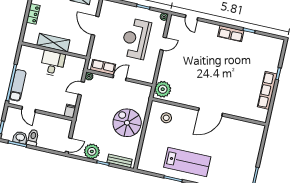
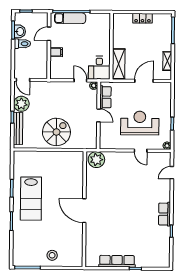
shelving: (53, 43) -> (119, 64), moved
desk: (53, 63) -> (99, 68), moved, turned 90
filing cabinet: (70, 111) -> (56, 52), moved
stool: (166, 118) -> (52, 255), moved
bench: (120, 161) -> (18, 128), width x1.36

